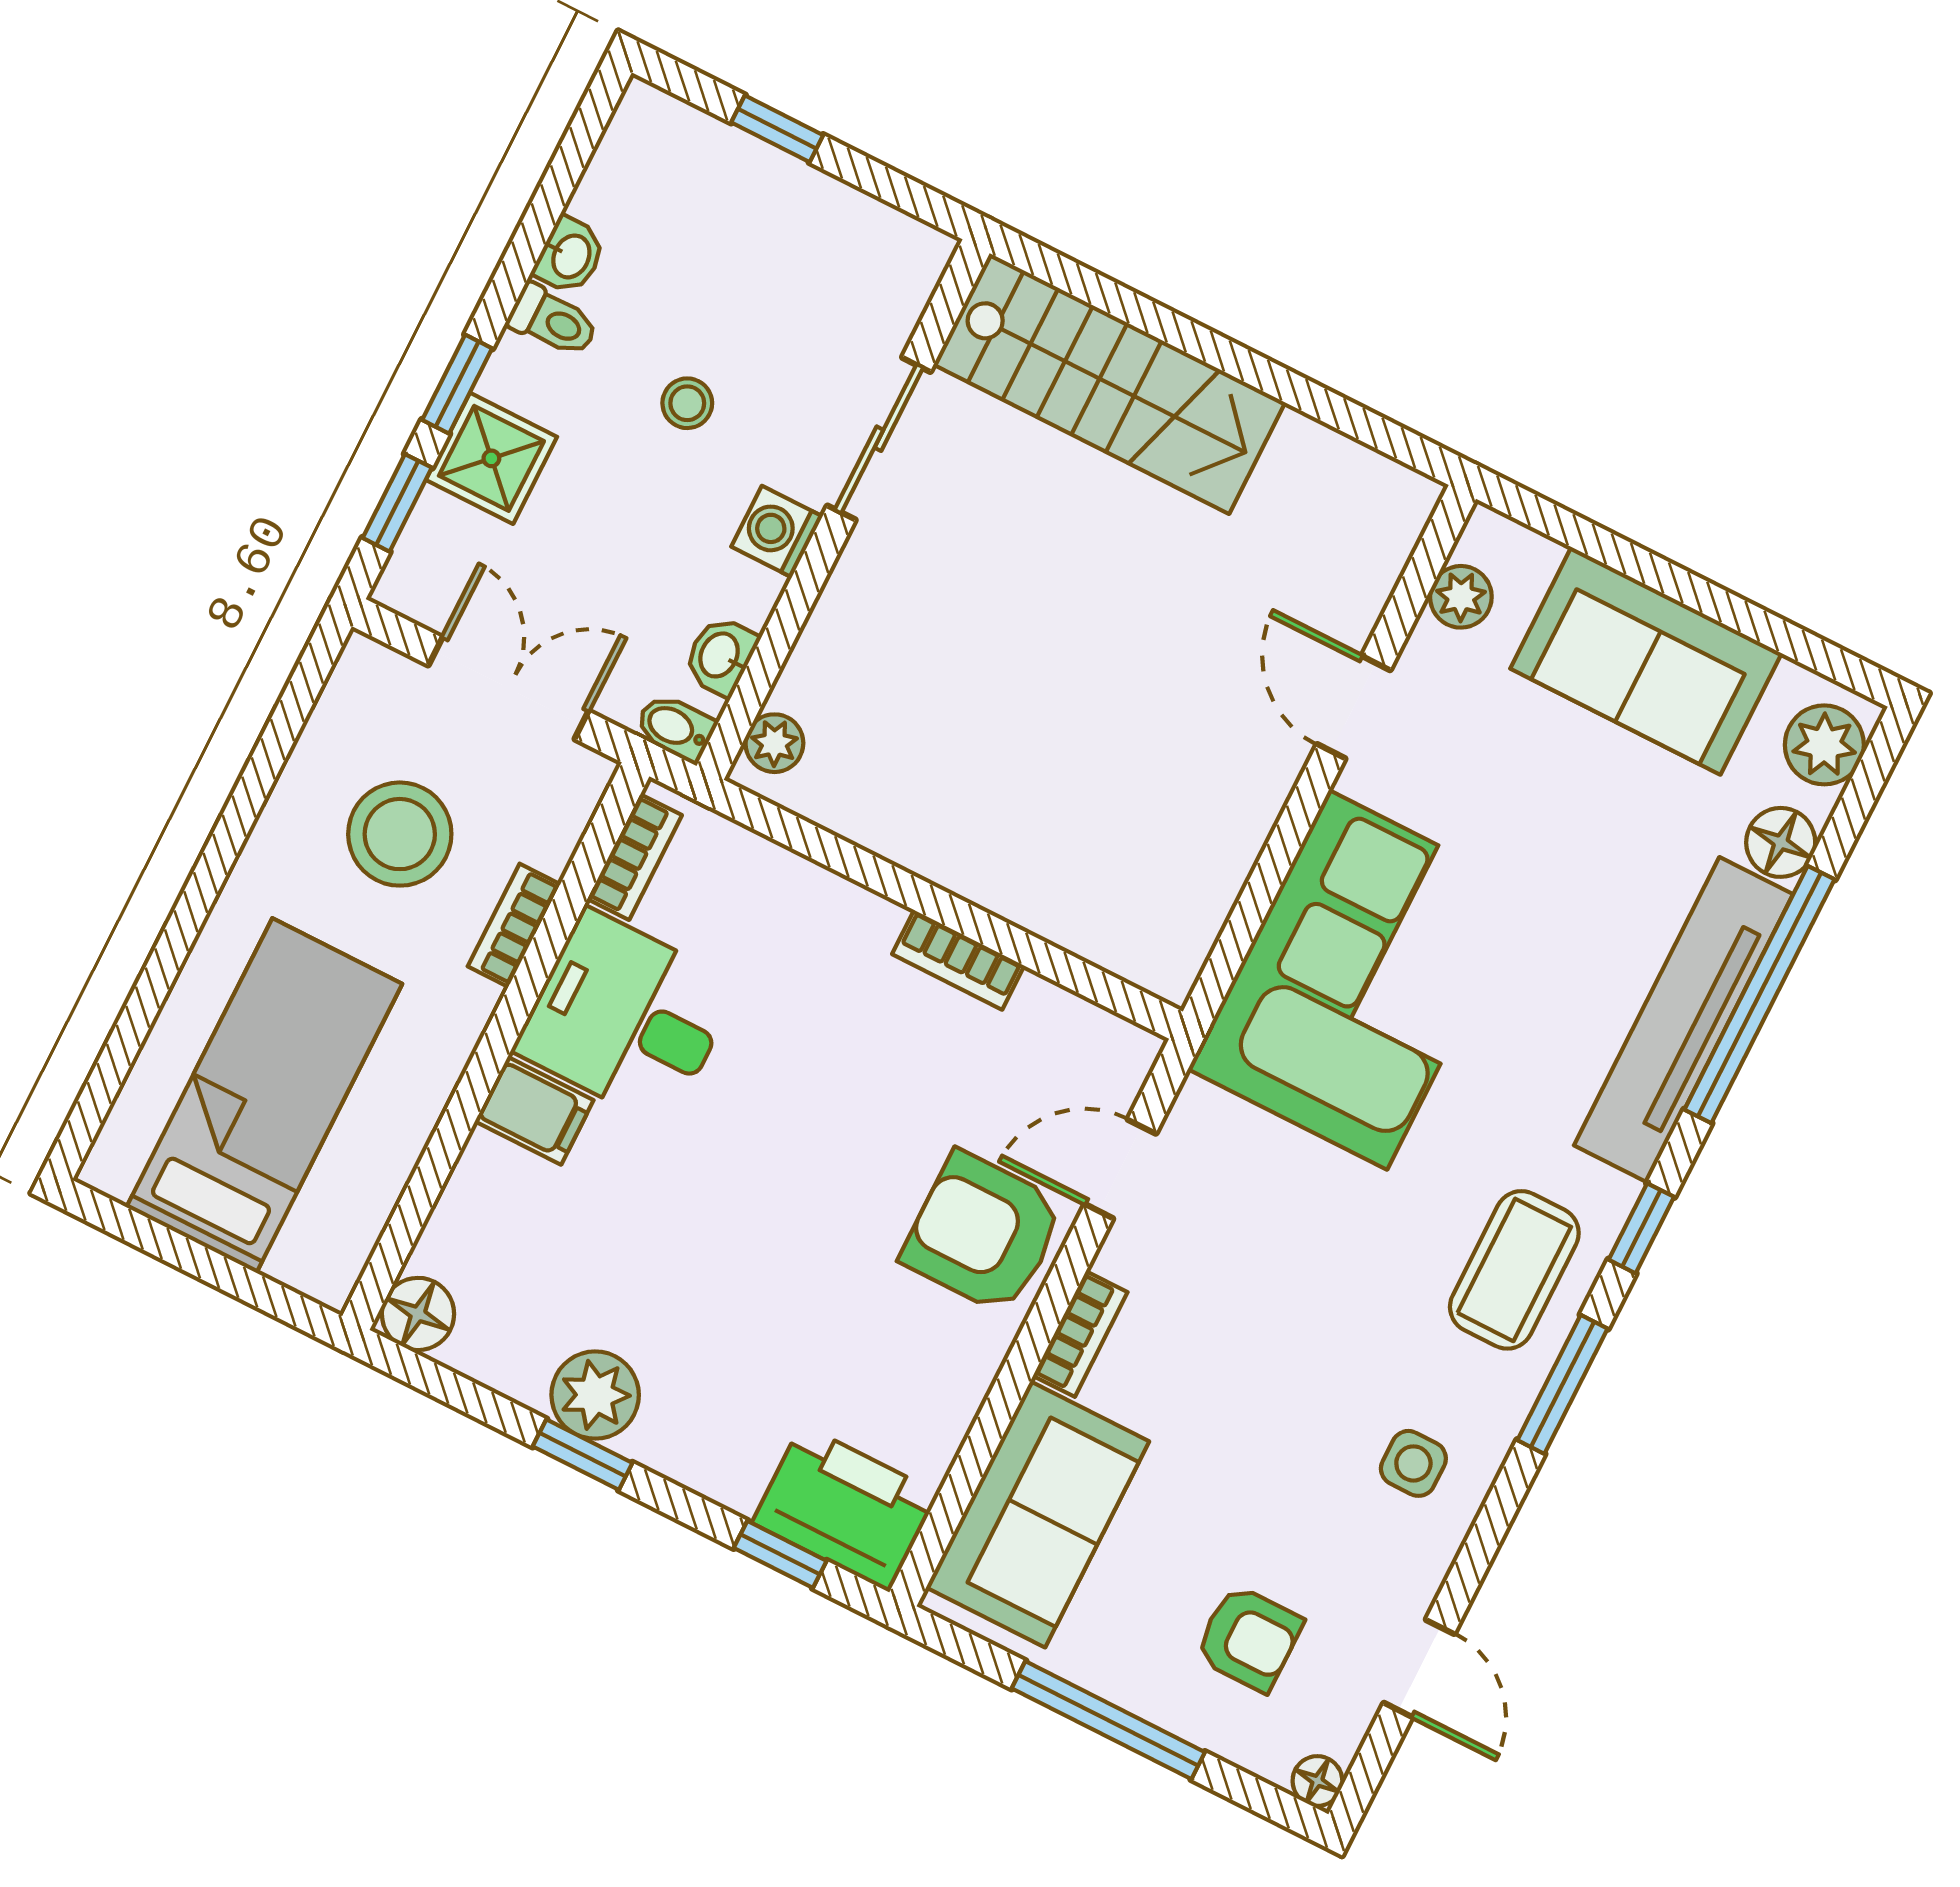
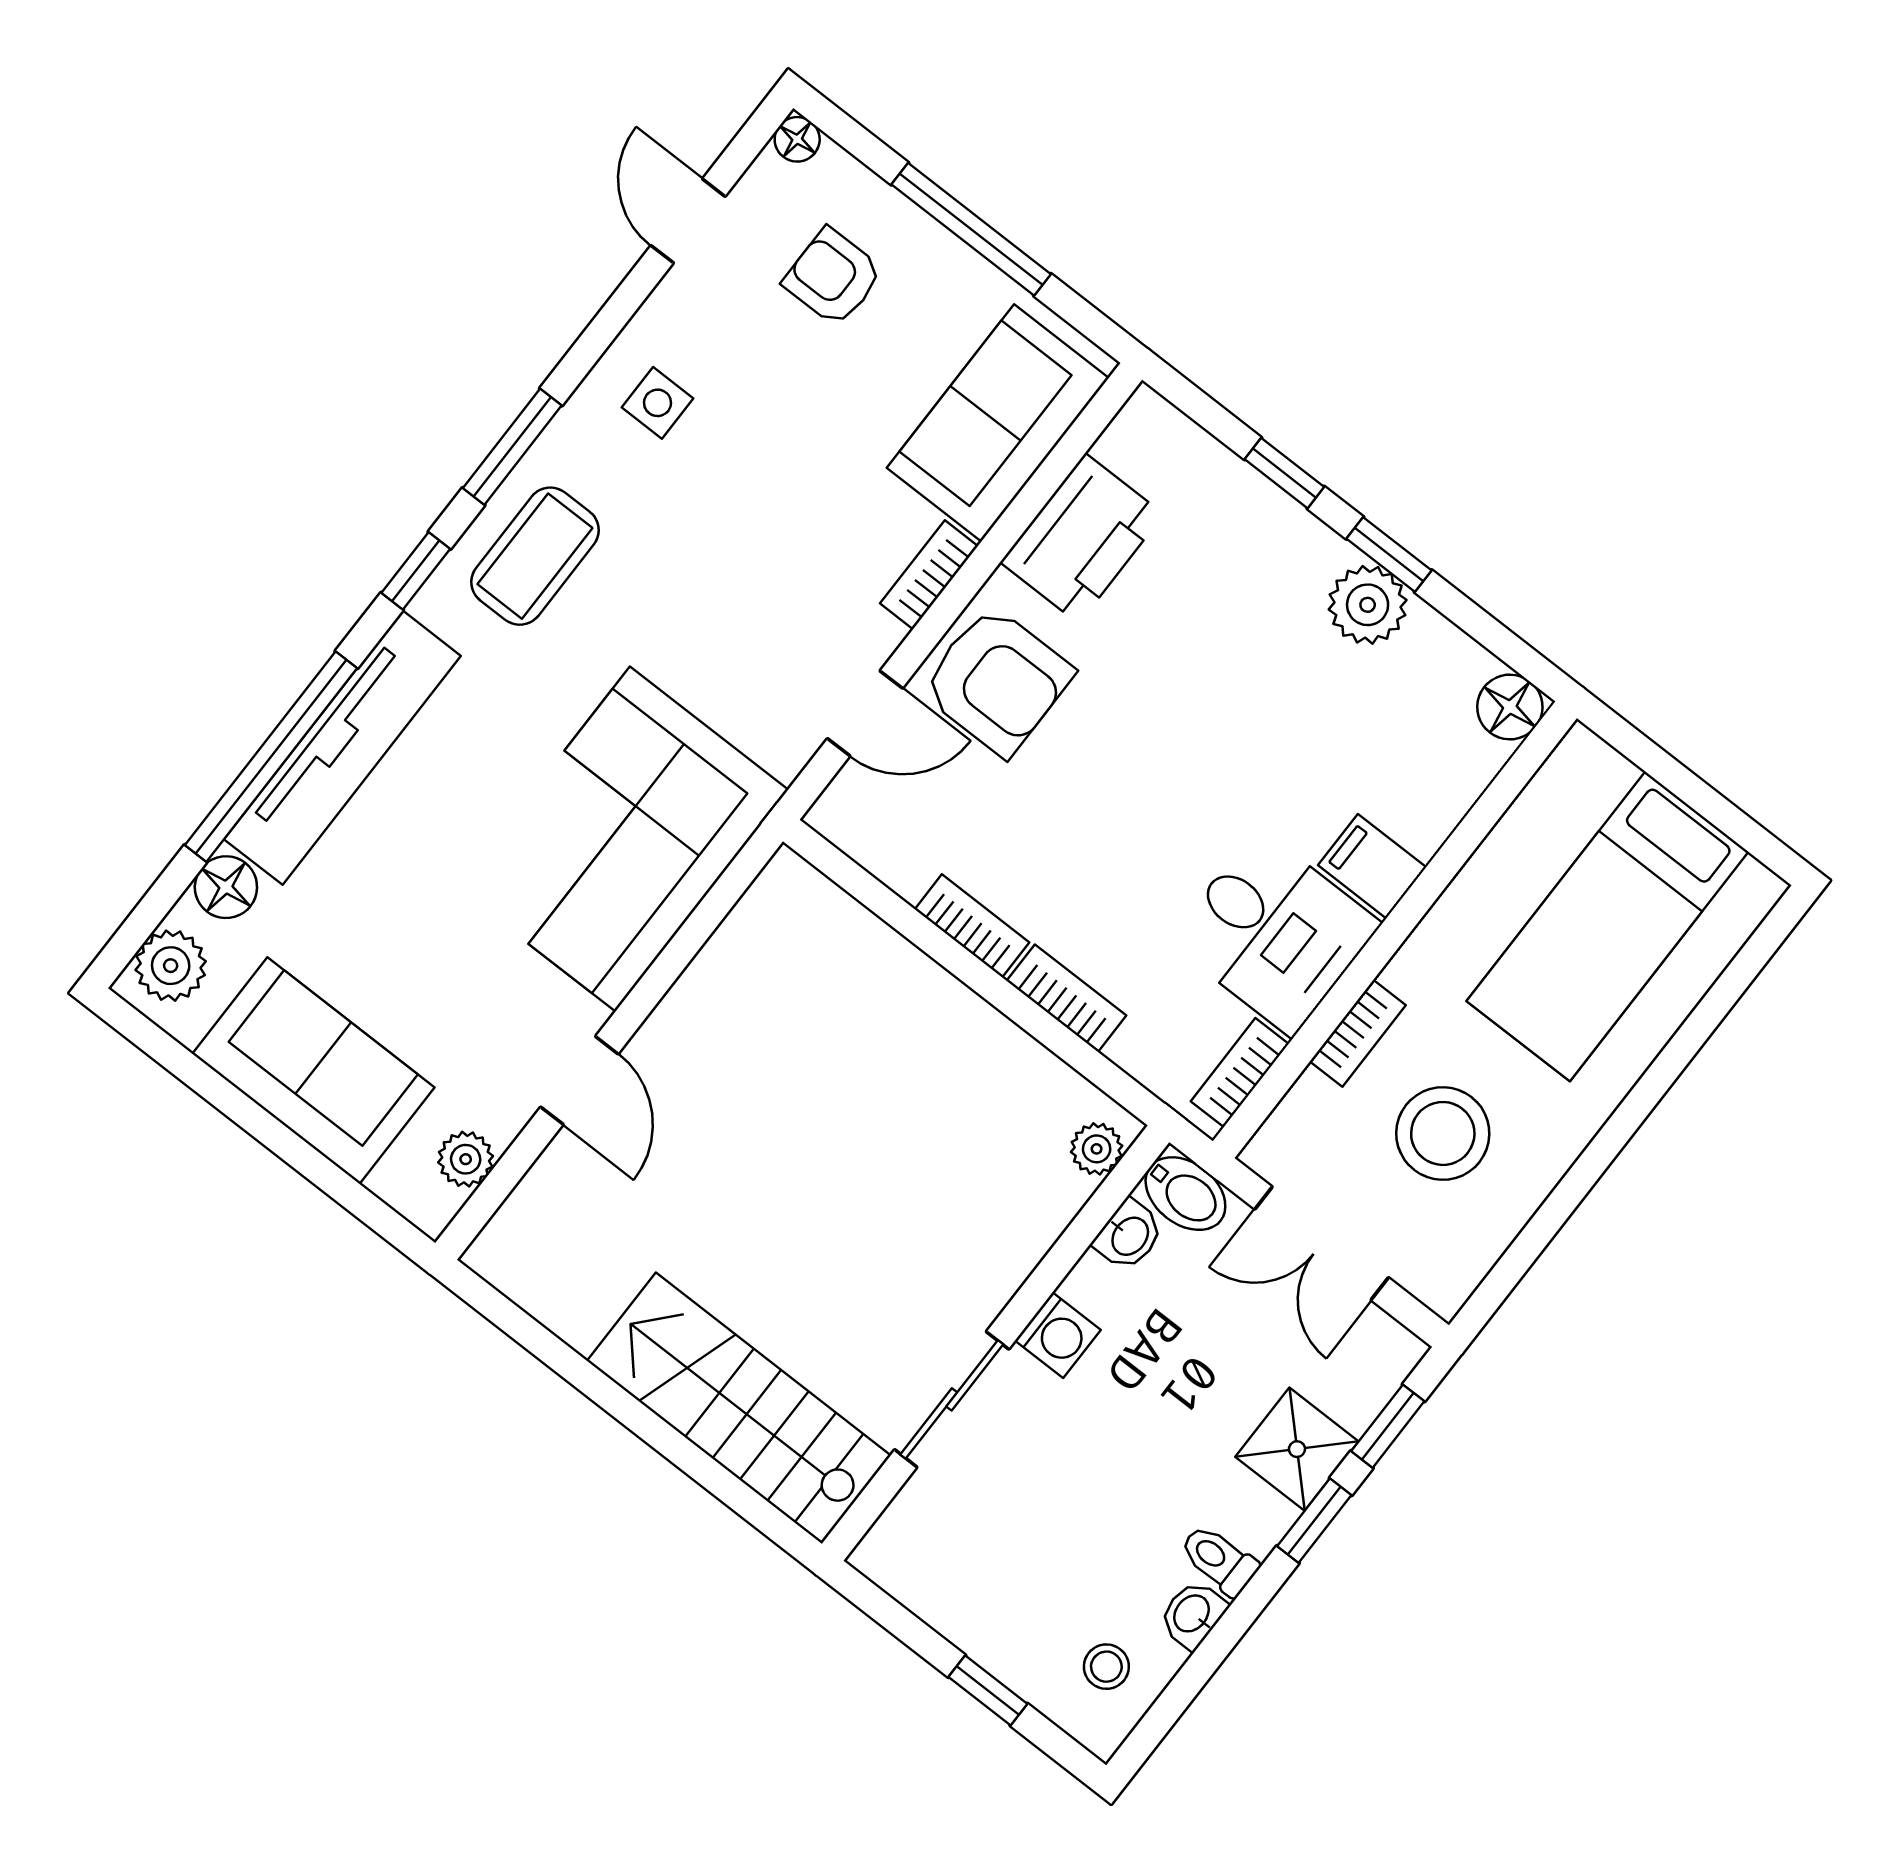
stool: (687, 403) -> (1106, 1667), moved
bidet: (675, 728) -> (1185, 1194), width x1.38, depth x1.36
bookcase: (840, 901) -> (1066, 998), added
printer: (845, 1508) -> (1082, 538), moved, turned -90
window: (780, 1554) -> (1284, 473), moved

